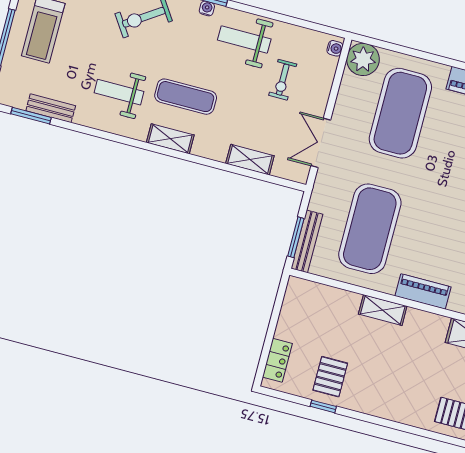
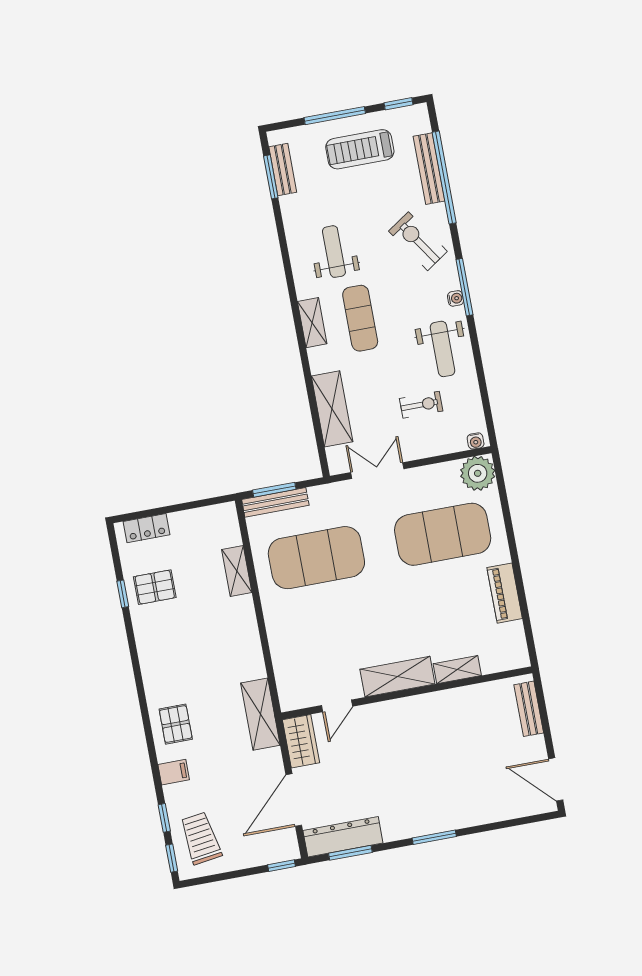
weight bench: (244, 40) -> (442, 349), turned 180
exercise bike: (283, 80) -> (421, 405), turned 180
bench: (51, 108) -> (283, 169), moved
shelving: (250, 160) -> (332, 409), width x1.50, depth x1.33
piano: (423, 291) -> (280, 638), removed
shelving: (383, 310) -> (237, 571), moved

